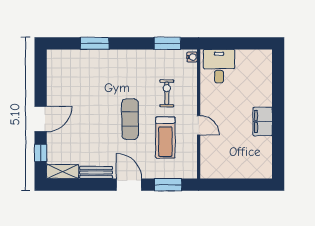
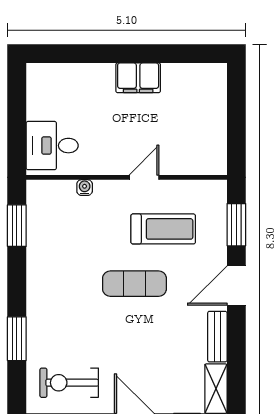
water cooler: (192, 57) -> (85, 188), moved
exercise bike: (167, 93) -> (69, 383), moved, width x1.38, depth x1.39

